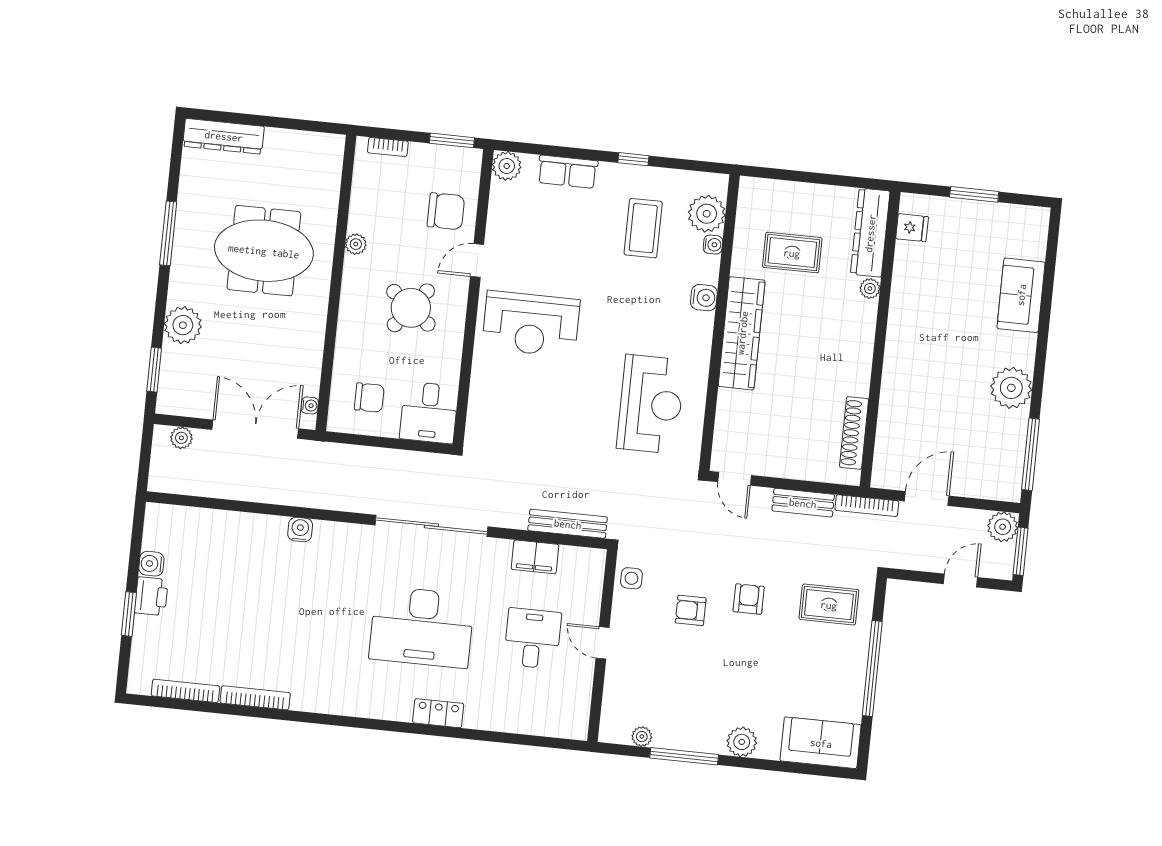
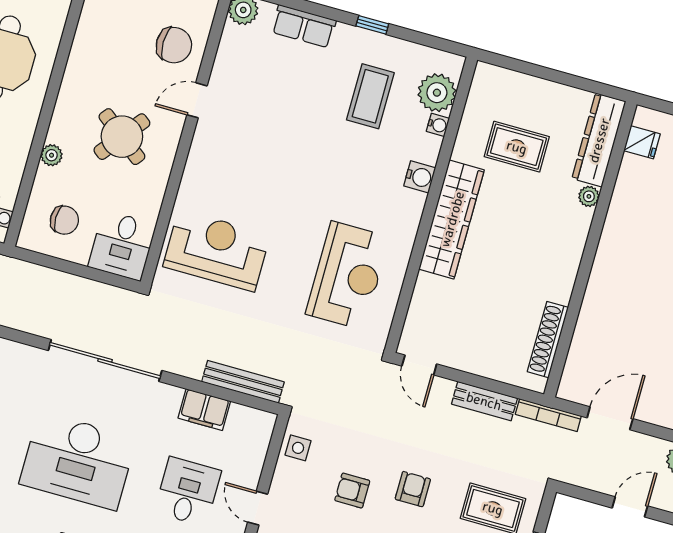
plant: (356, 244) -> (52, 155), moved
reception desk: (531, 324) -> (217, 251), moved, turned 180

